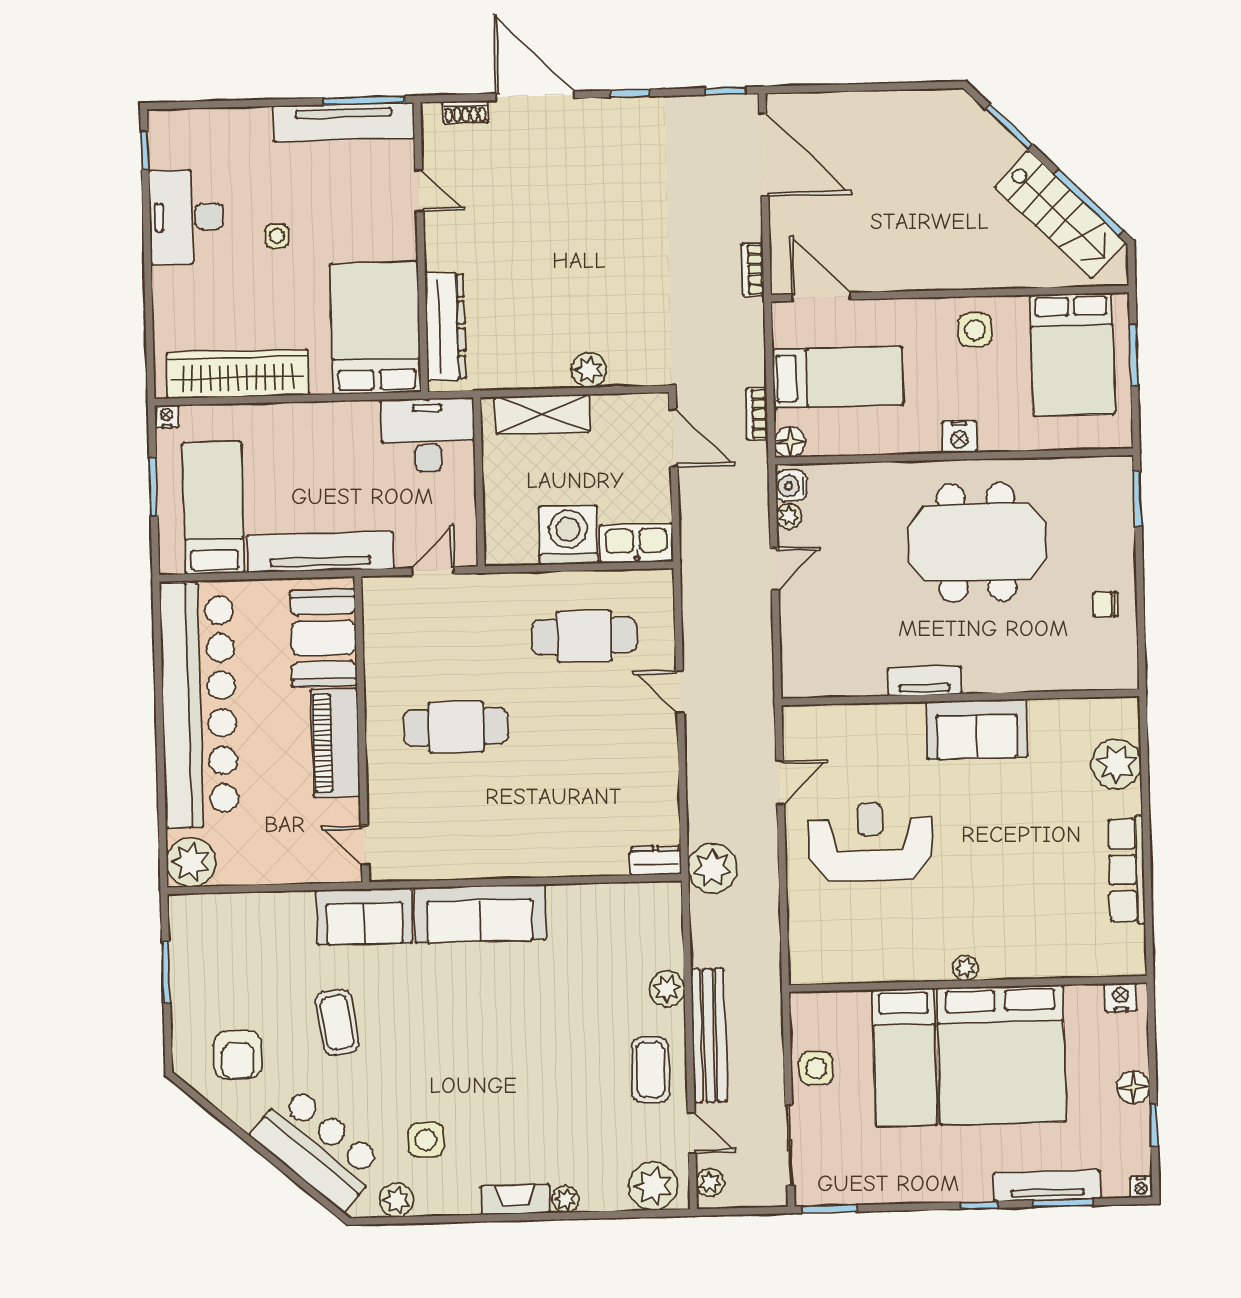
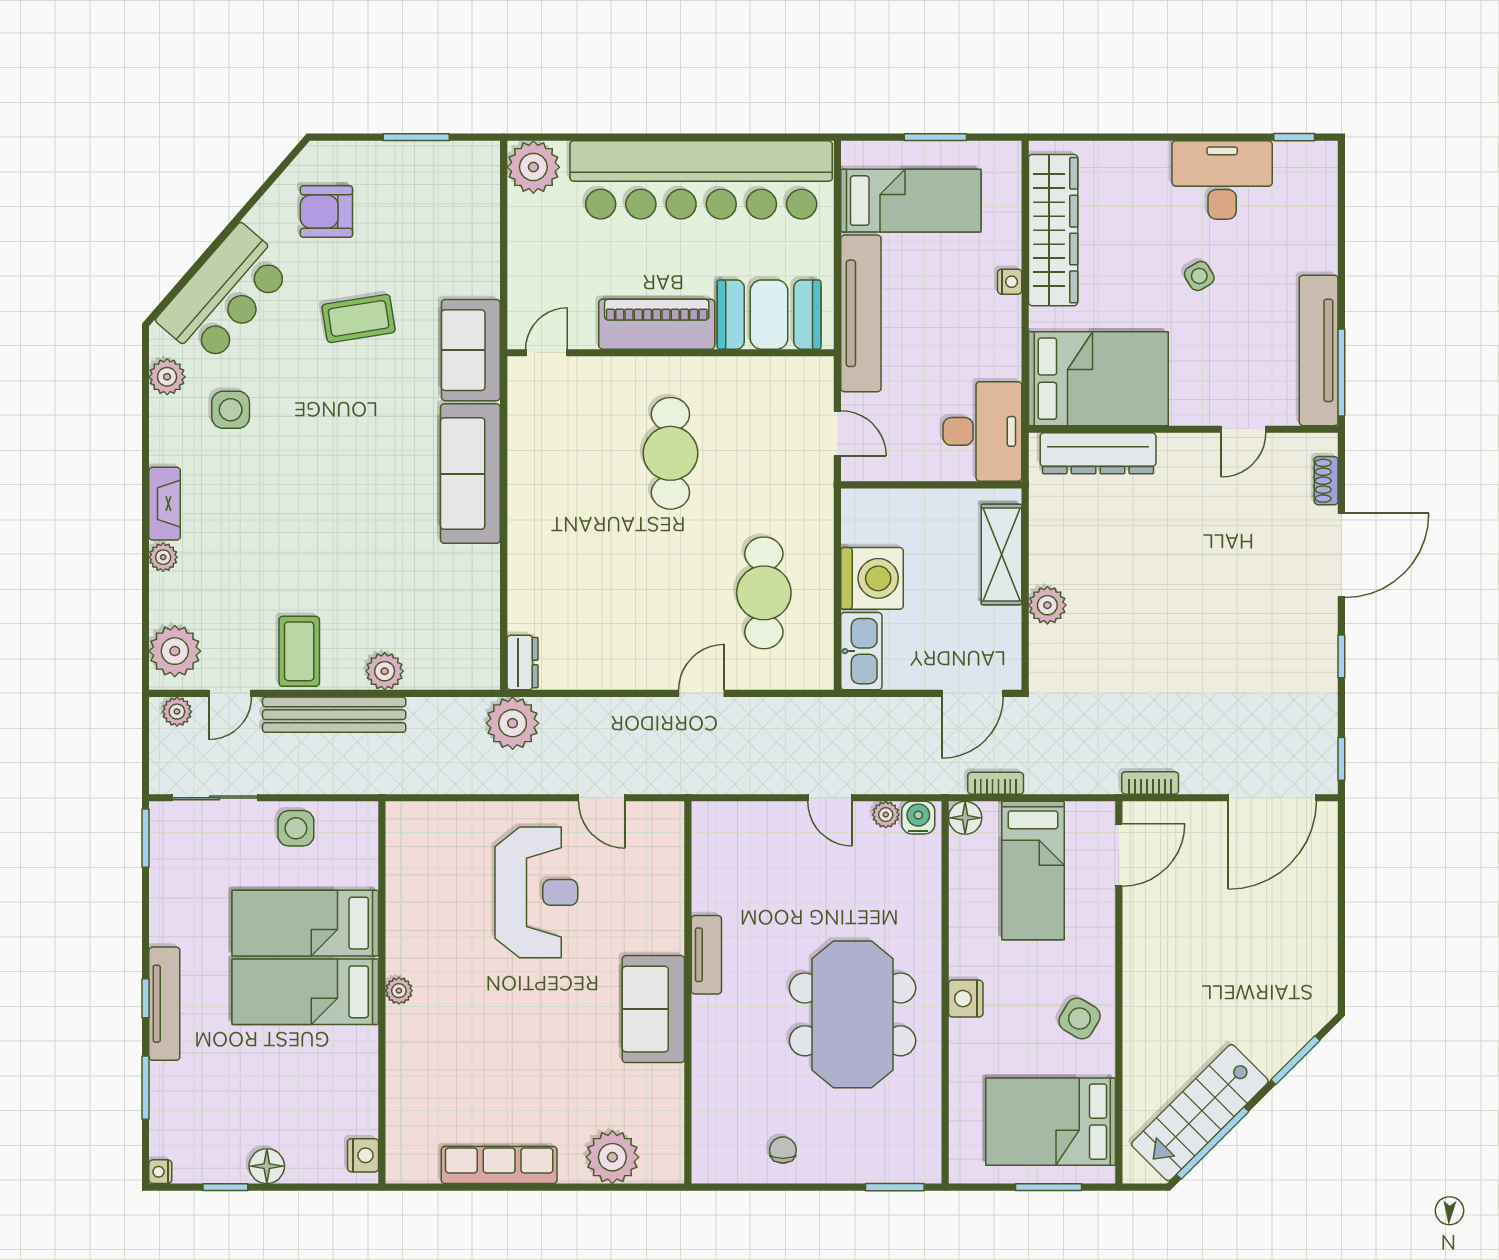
side table: (277, 236) -> (1199, 276), turned -31
side table: (975, 330) -> (1080, 1019), turned 31
nightstand: (167, 416) -> (1010, 282), moved
bed: (1001, 1055) -> (305, 992), width x0.49
coffee table: (650, 1070) -> (299, 651), turned 90
tv unit: (1047, 1186) -> (164, 1004), moved

